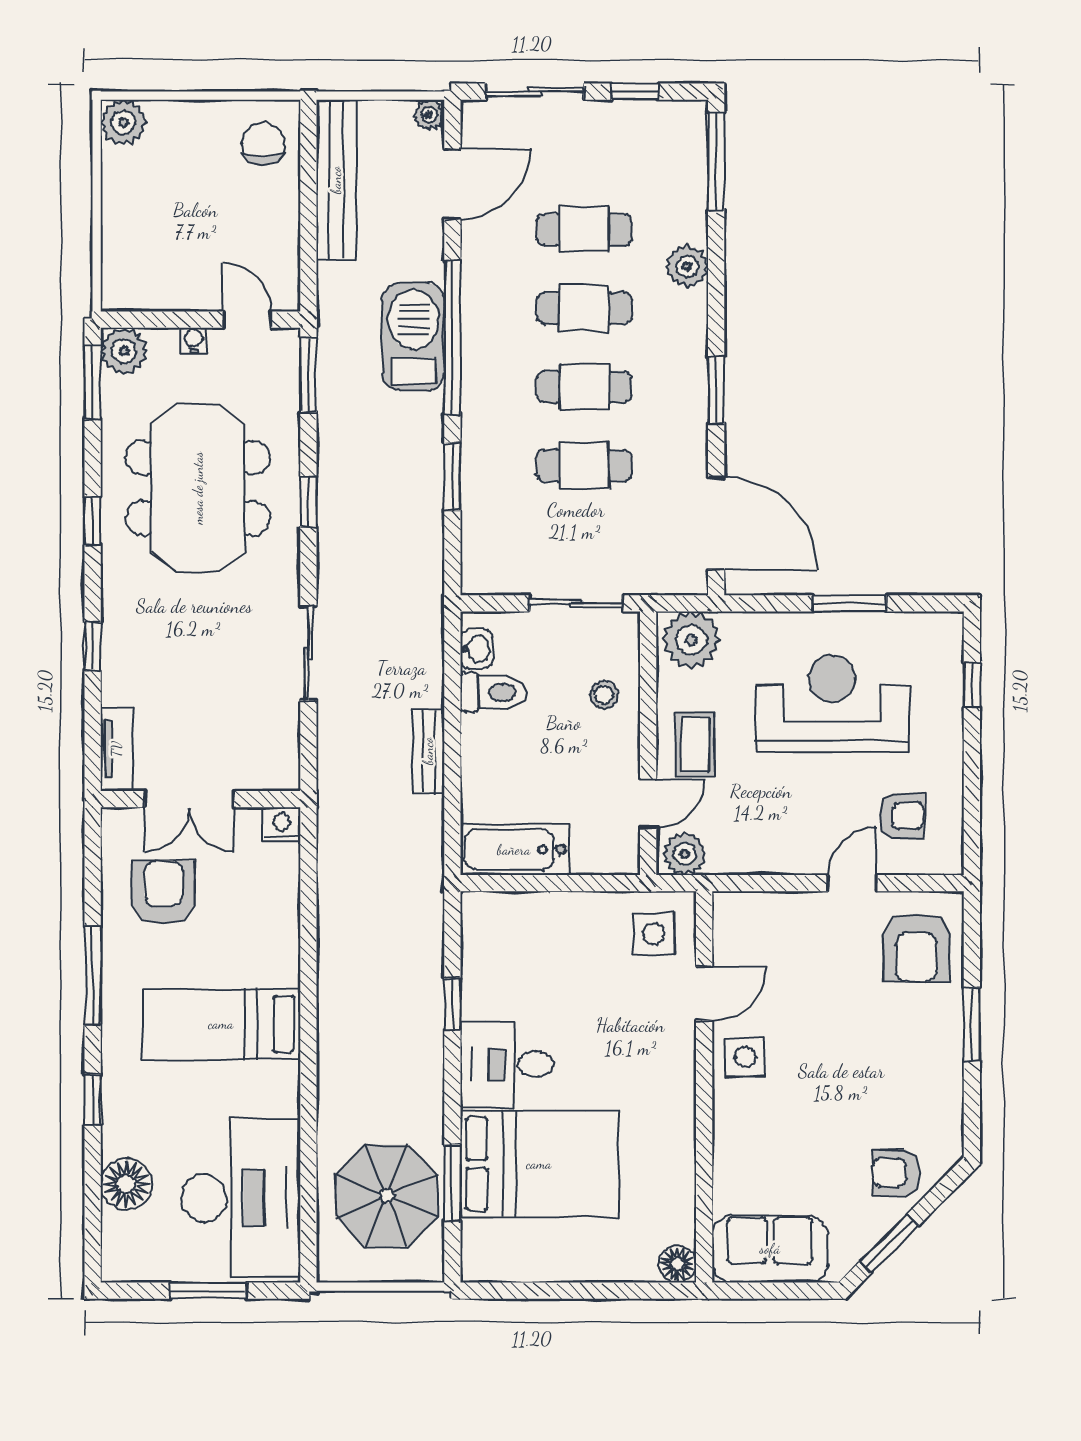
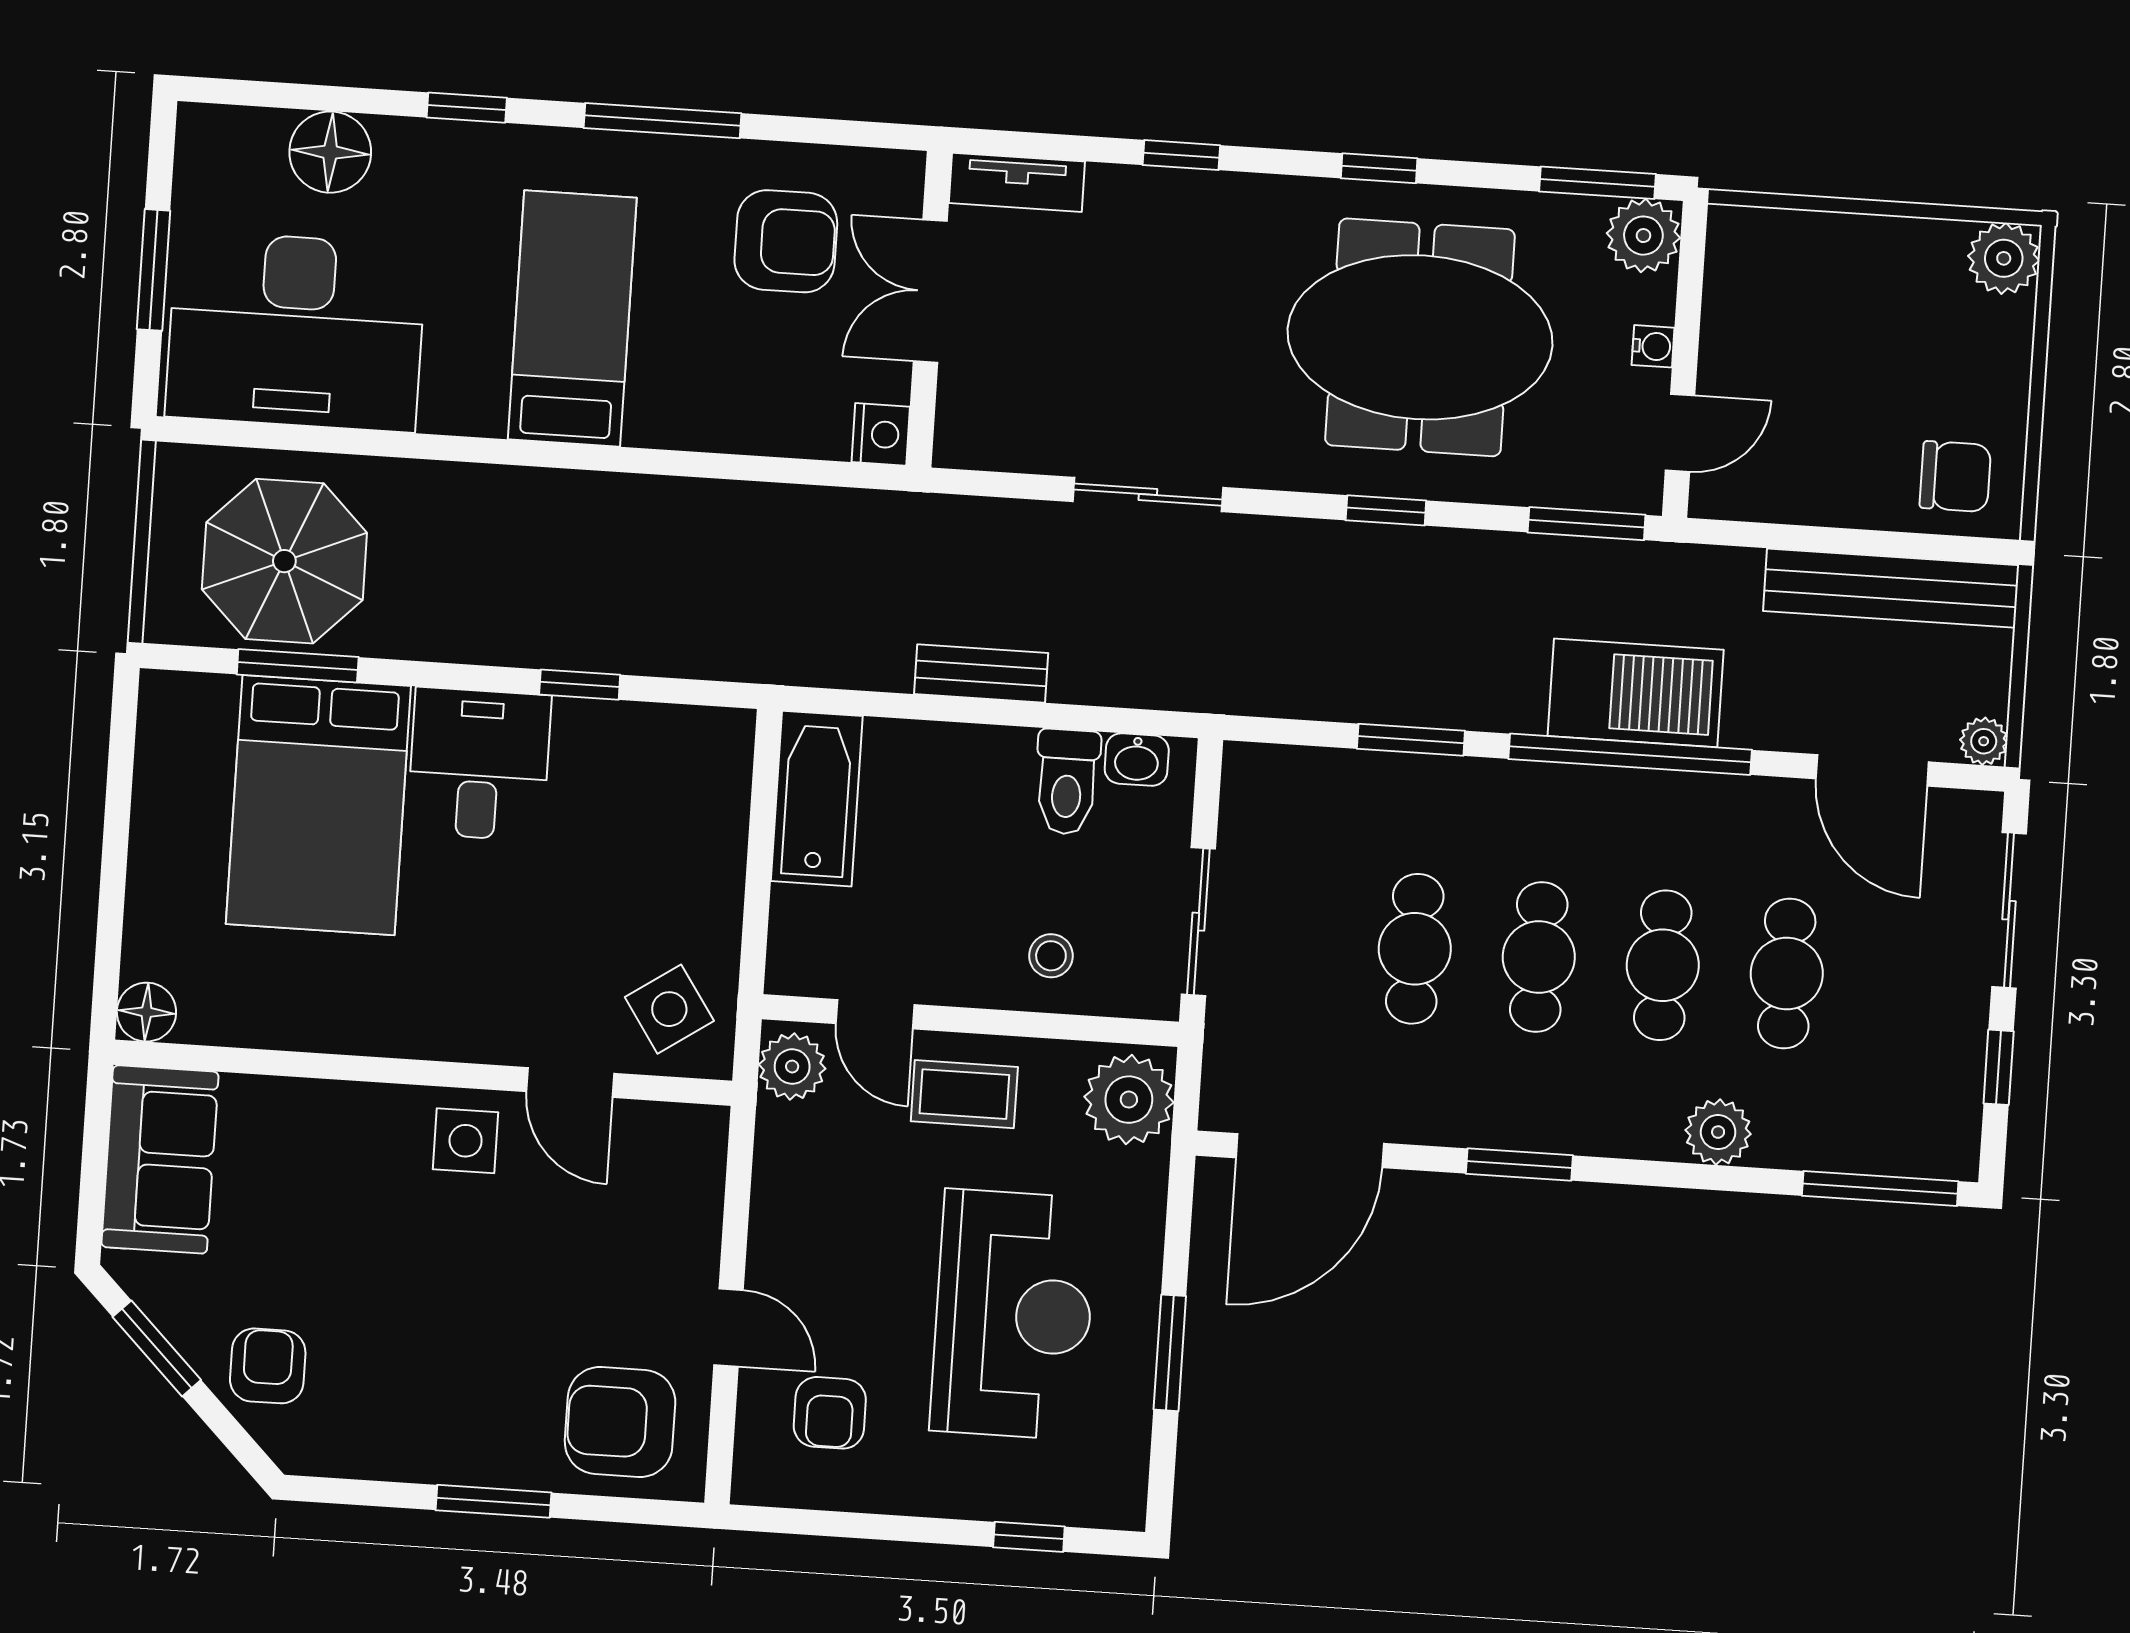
side table: (654, 934) -> (669, 1009), turned -34

